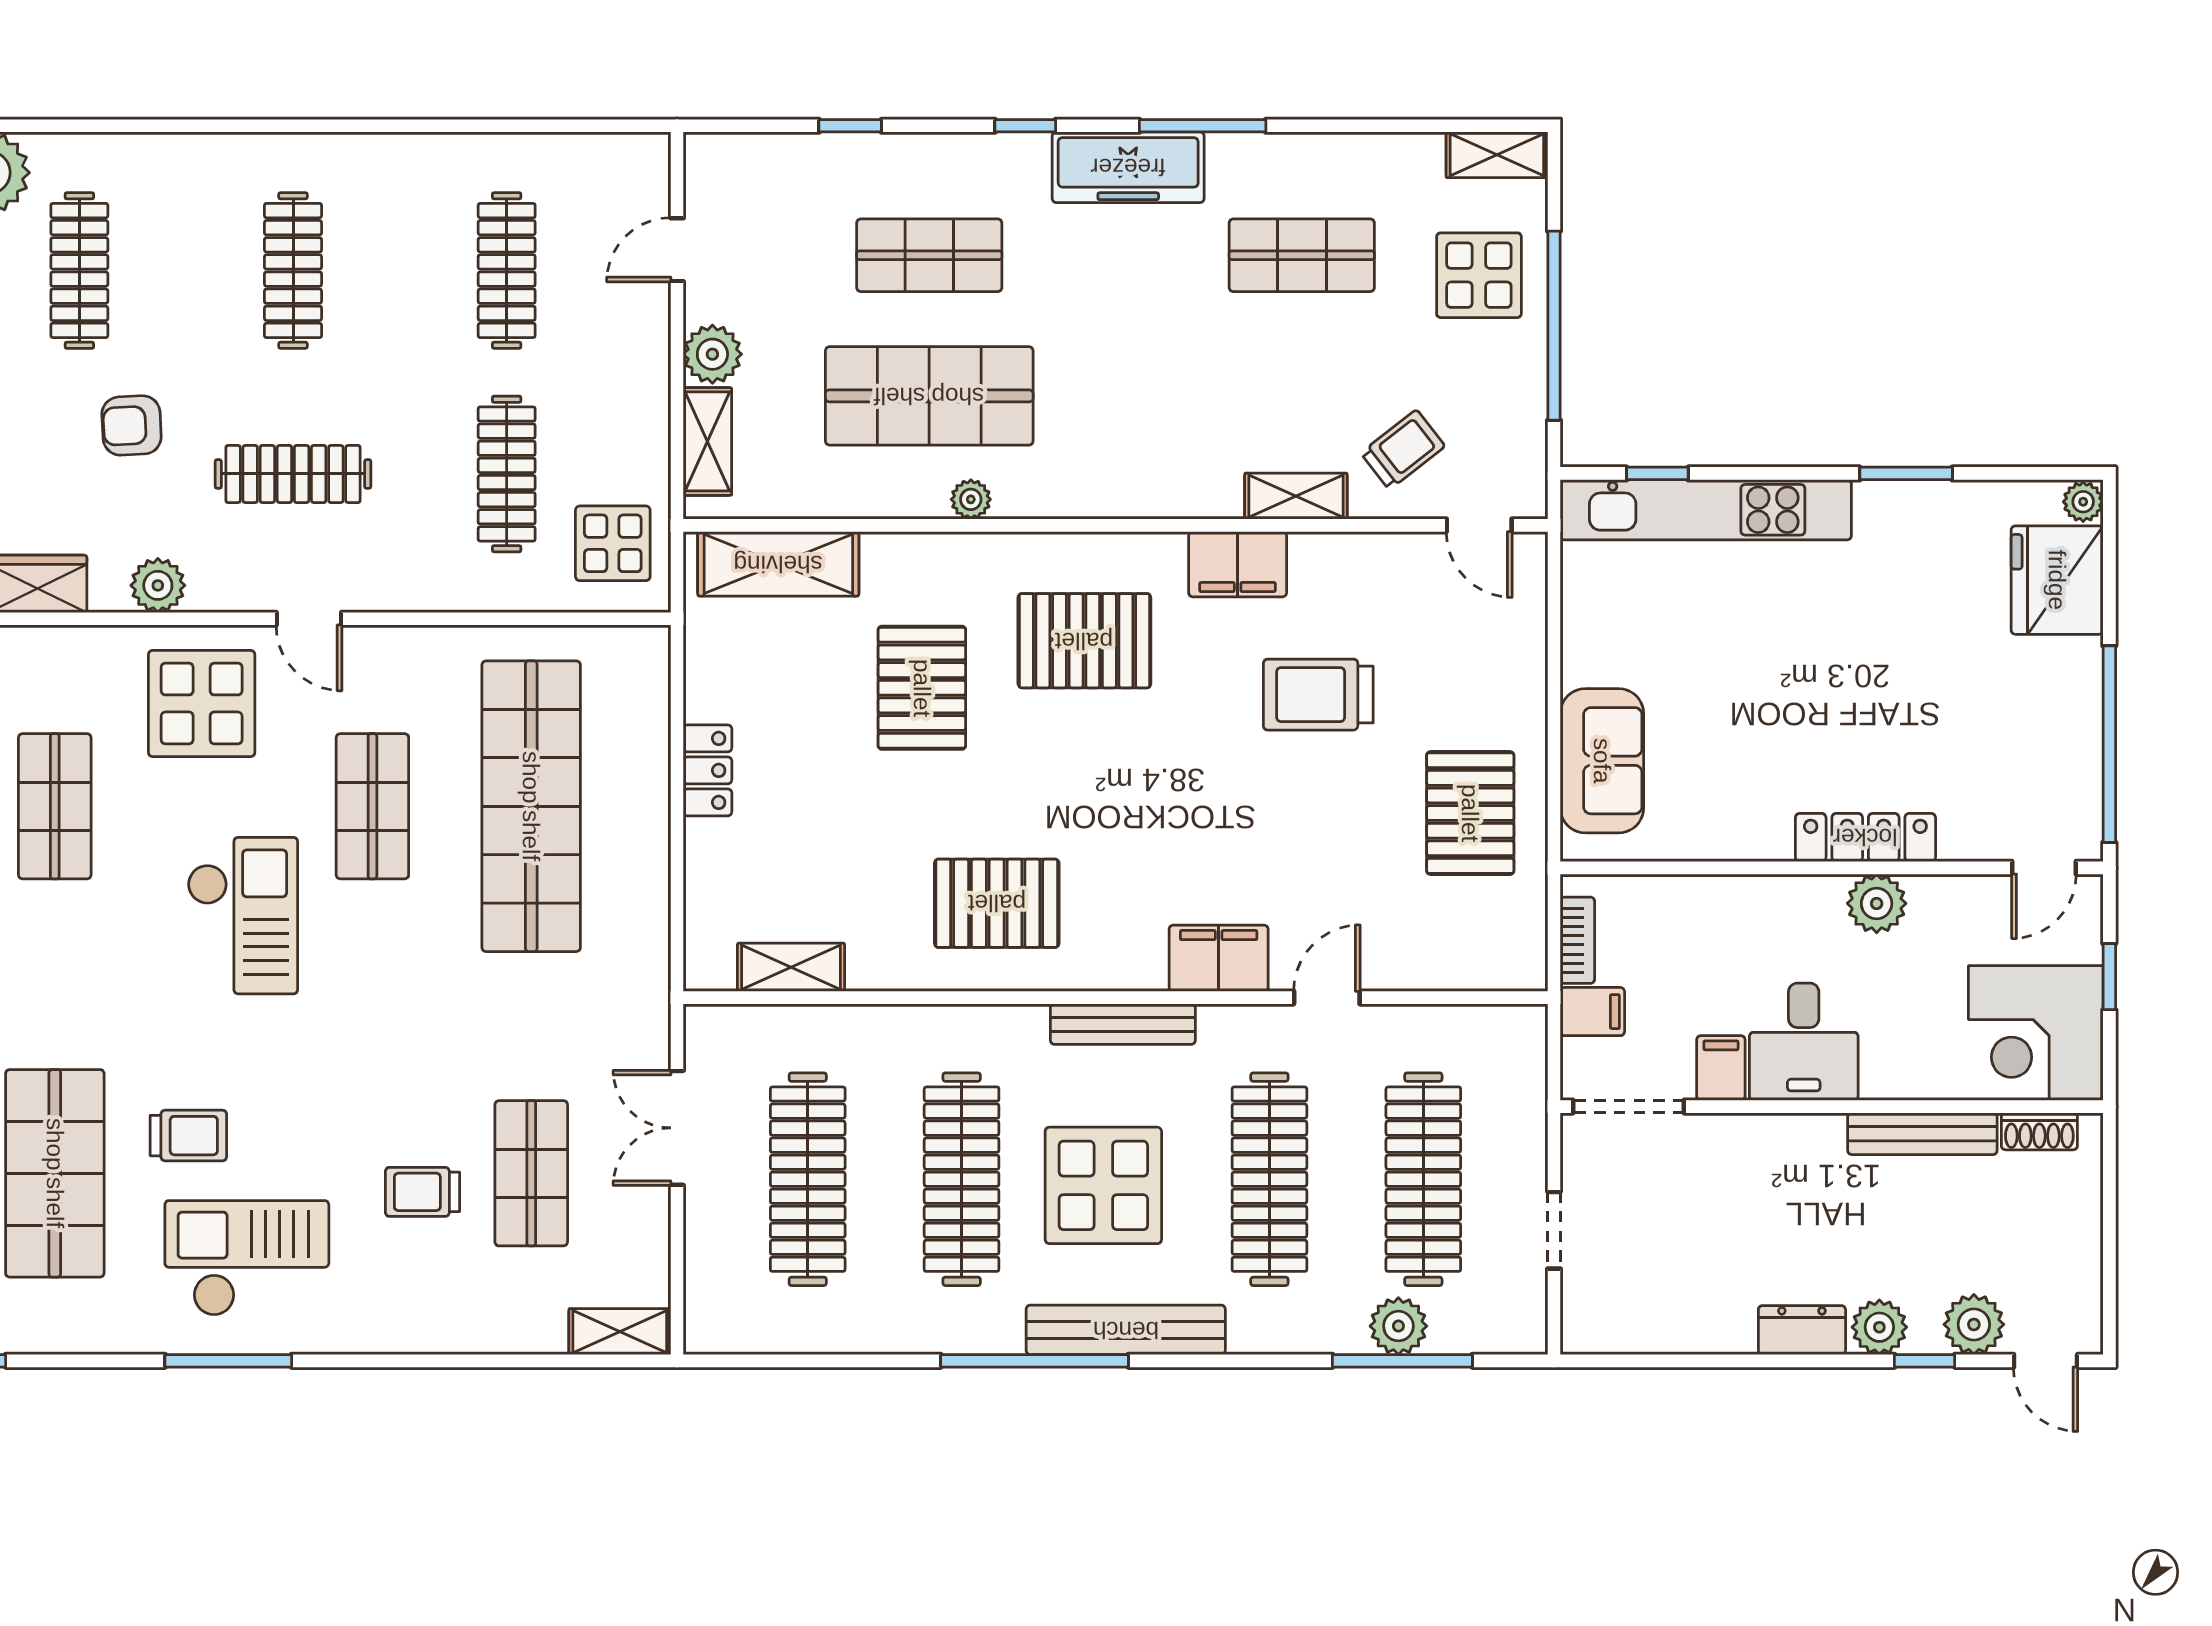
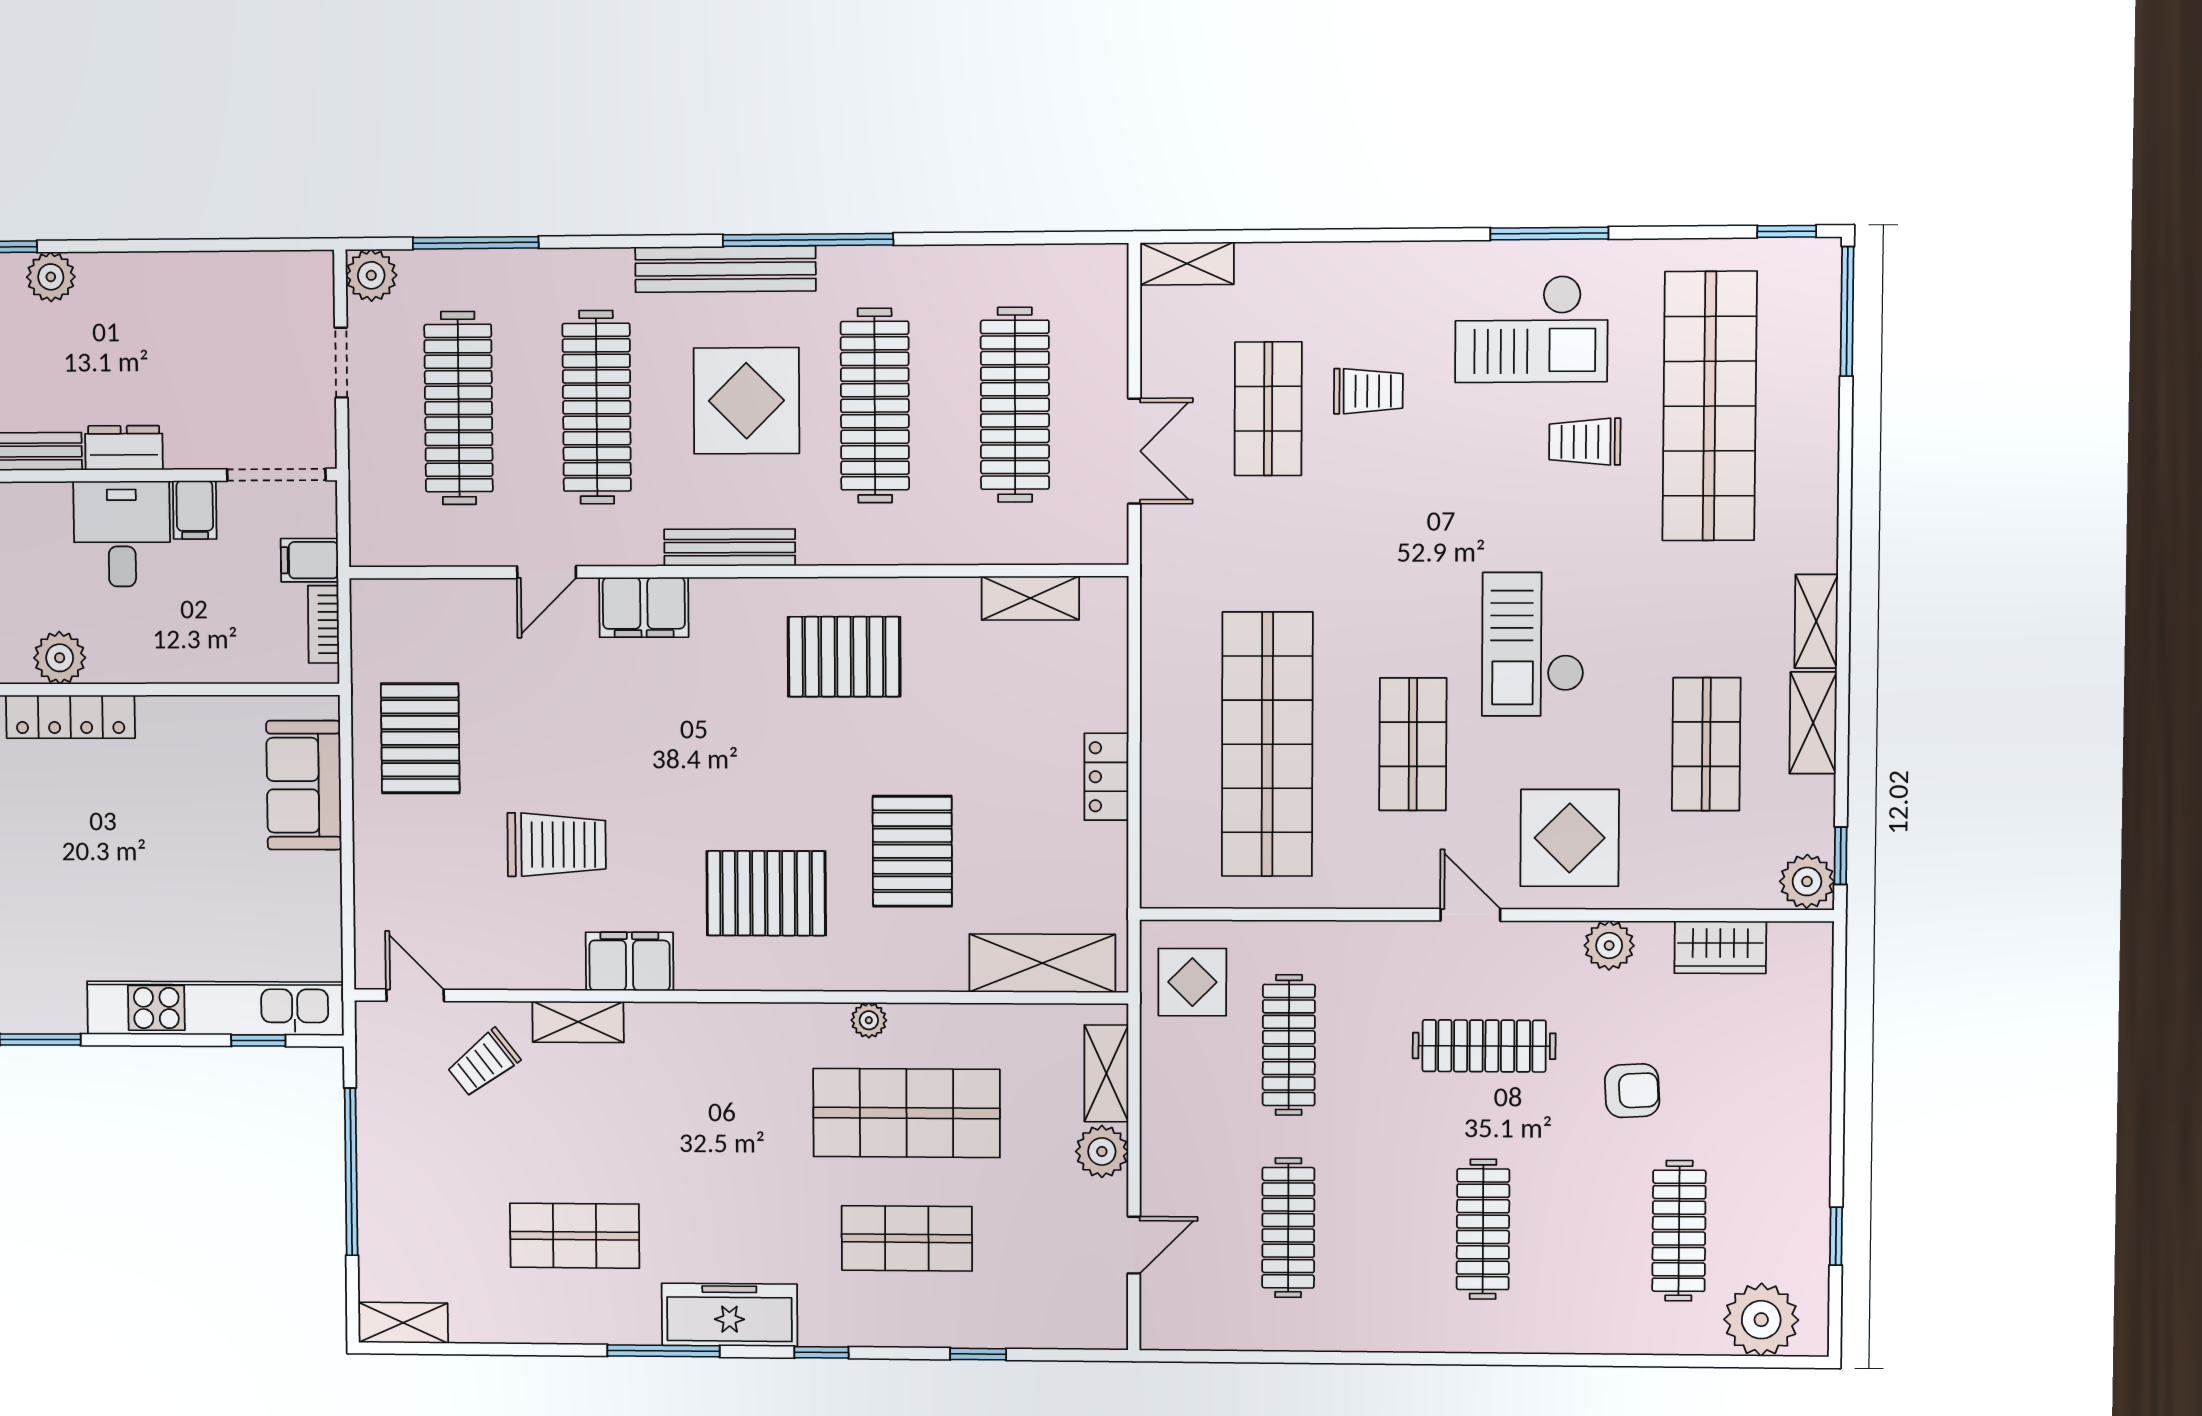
display table: (1479, 275) -> (418, 1217), removed
shop shelf: (55, 1173) -> (1710, 406), width x1.40
plant: (1398, 1326) -> (371, 275), moved
dresser: (1802, 1330) -> (124, 448), moved, turned 180

